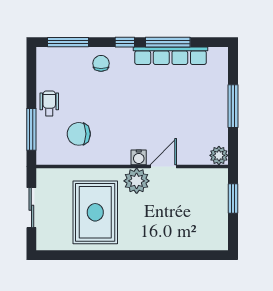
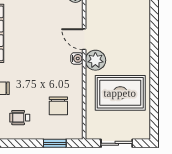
wheelchair: (49, 103) -> (20, 118), moved
window: (31, 129) -> (55, 143), width x0.69

